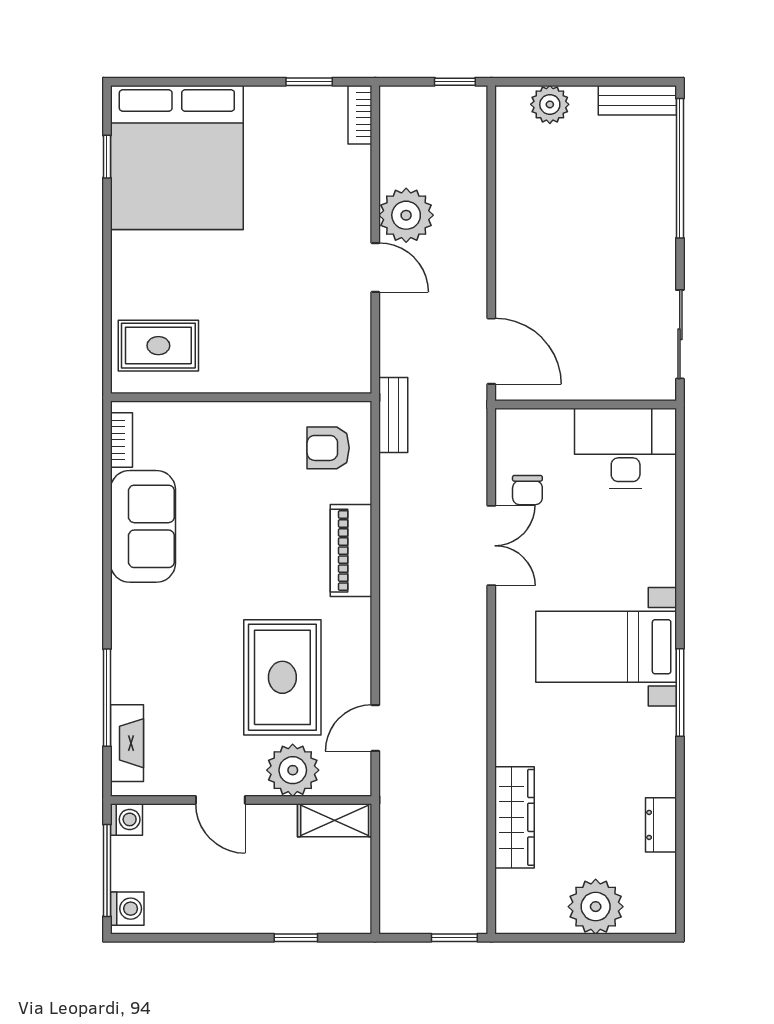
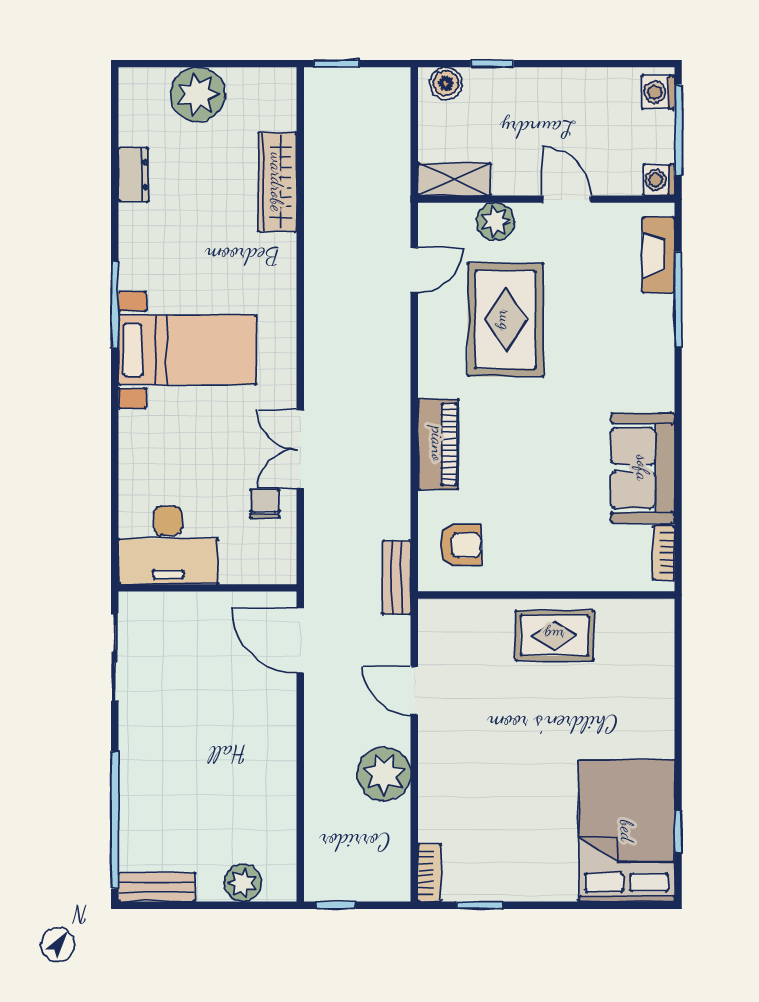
bed: (177, 157) -> (627, 831), width x0.73
door: (375, 267) -> (414, 690), moved
rug: (158, 346) -> (554, 636), moved
plant: (293, 770) -> (495, 222), width x0.73, depth x0.73
boiler: (343, 918) -> (446, 83), added

